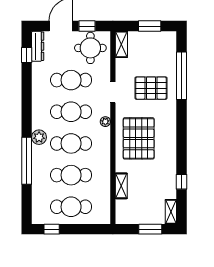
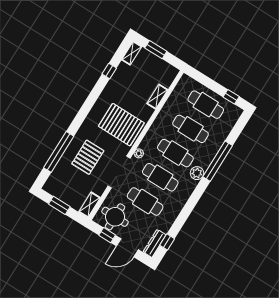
pallet: (151, 88) -> (88, 157), turned 90
doorway: (113, 92) -> (119, 172), width x1.88
pallet: (139, 138) -> (121, 125), turned 90

